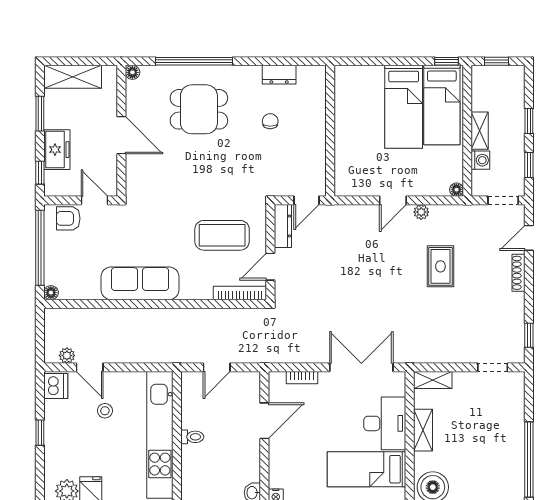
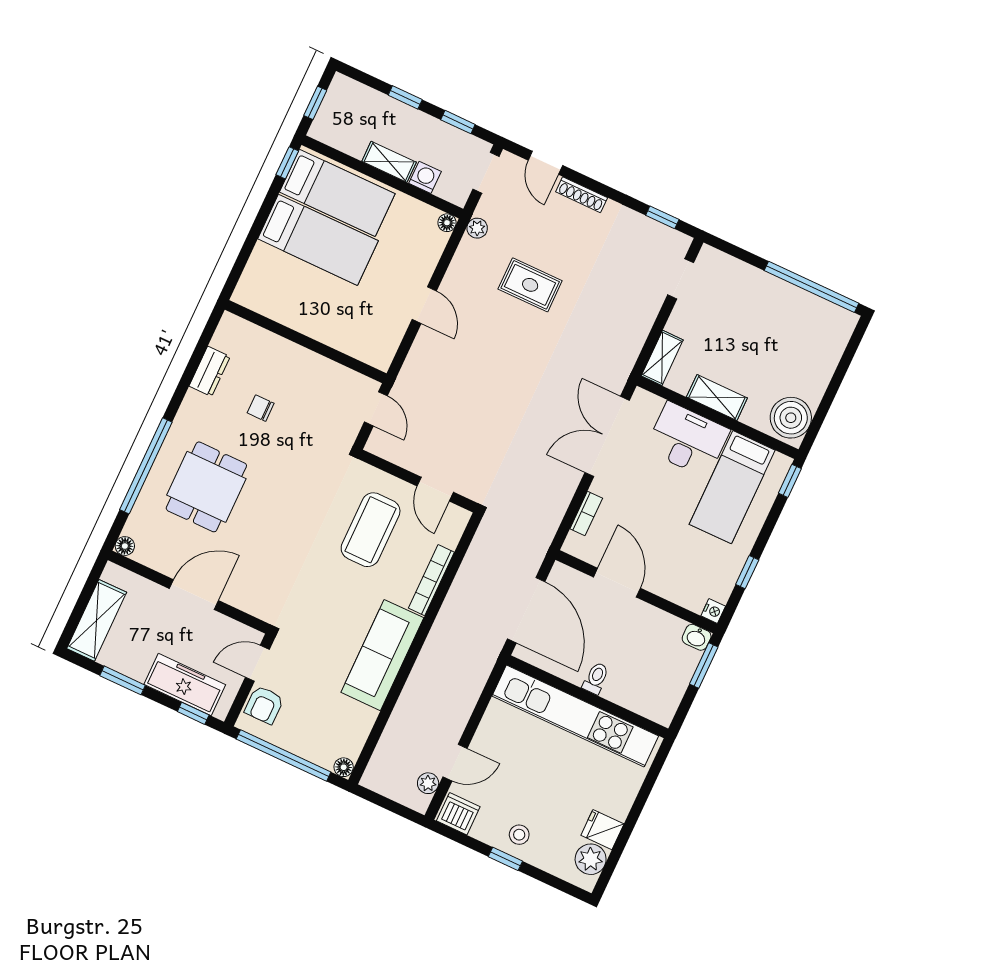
freezer: (57, 150) -> (185, 685), width x1.40
plant: (421, 212) -> (477, 228), moved
dresser: (283, 226) -> (393, 452), removed
bookcase: (240, 293) -> (431, 580), moved
door: (217, 367) -> (526, 610), width x1.88
stool: (105, 411) -> (519, 835), moved

